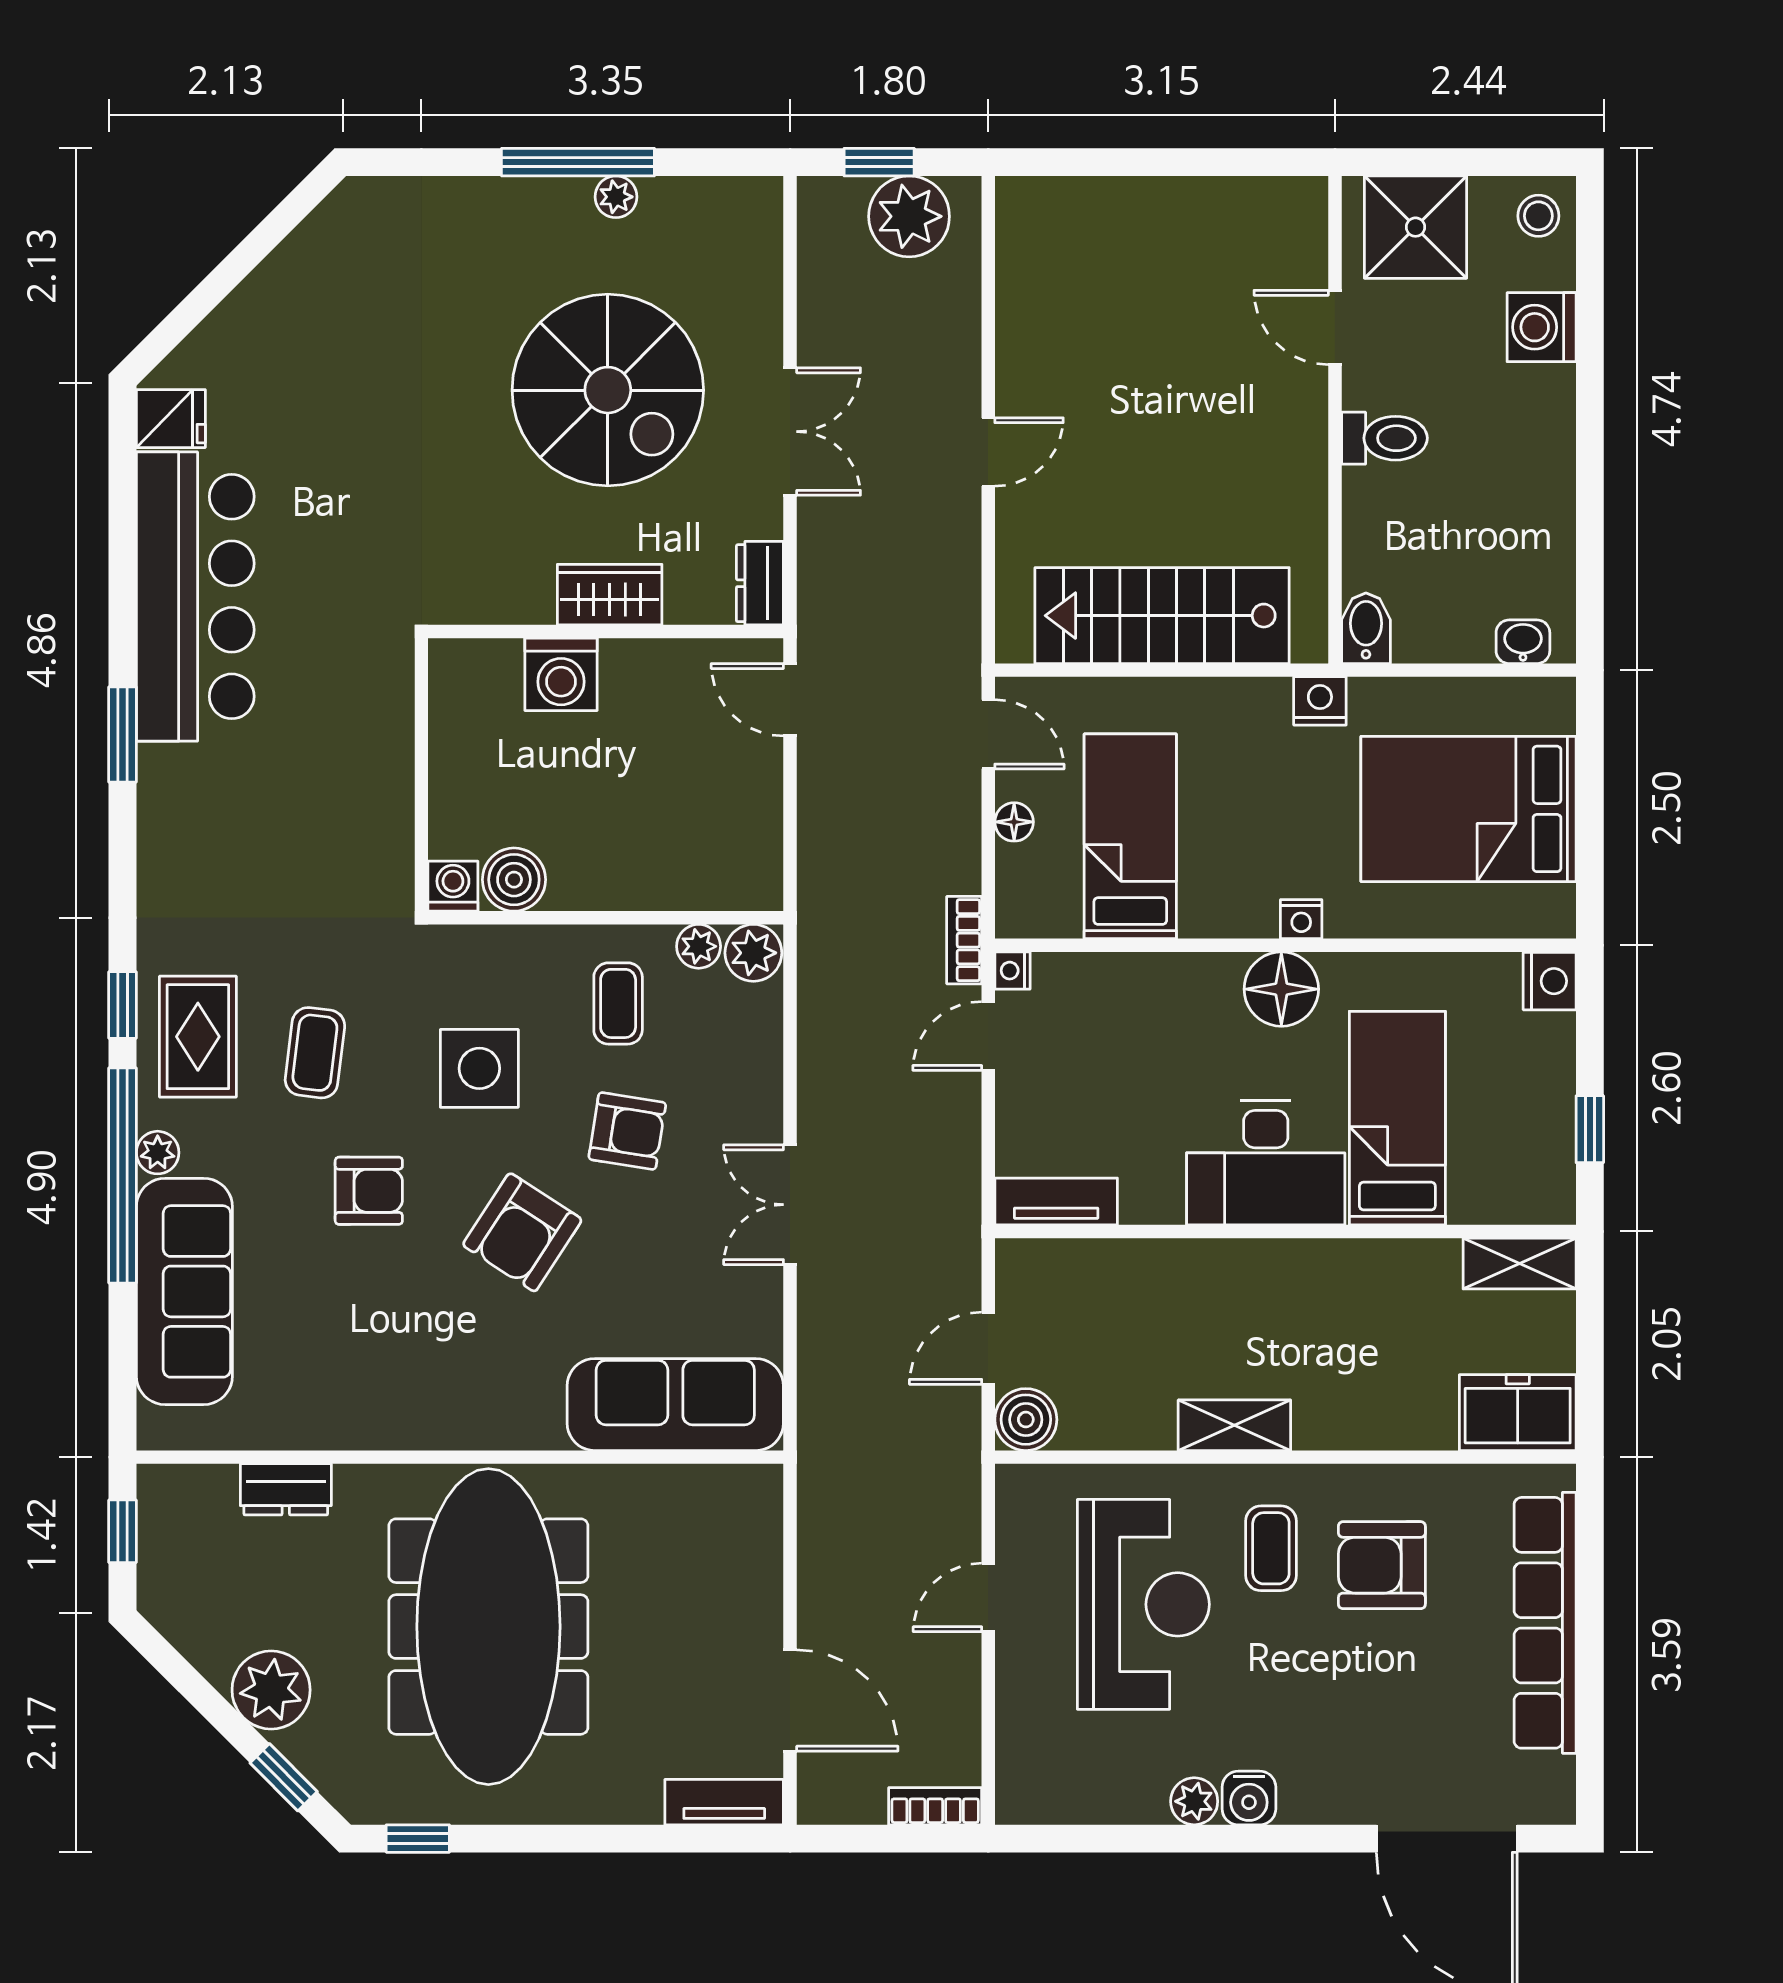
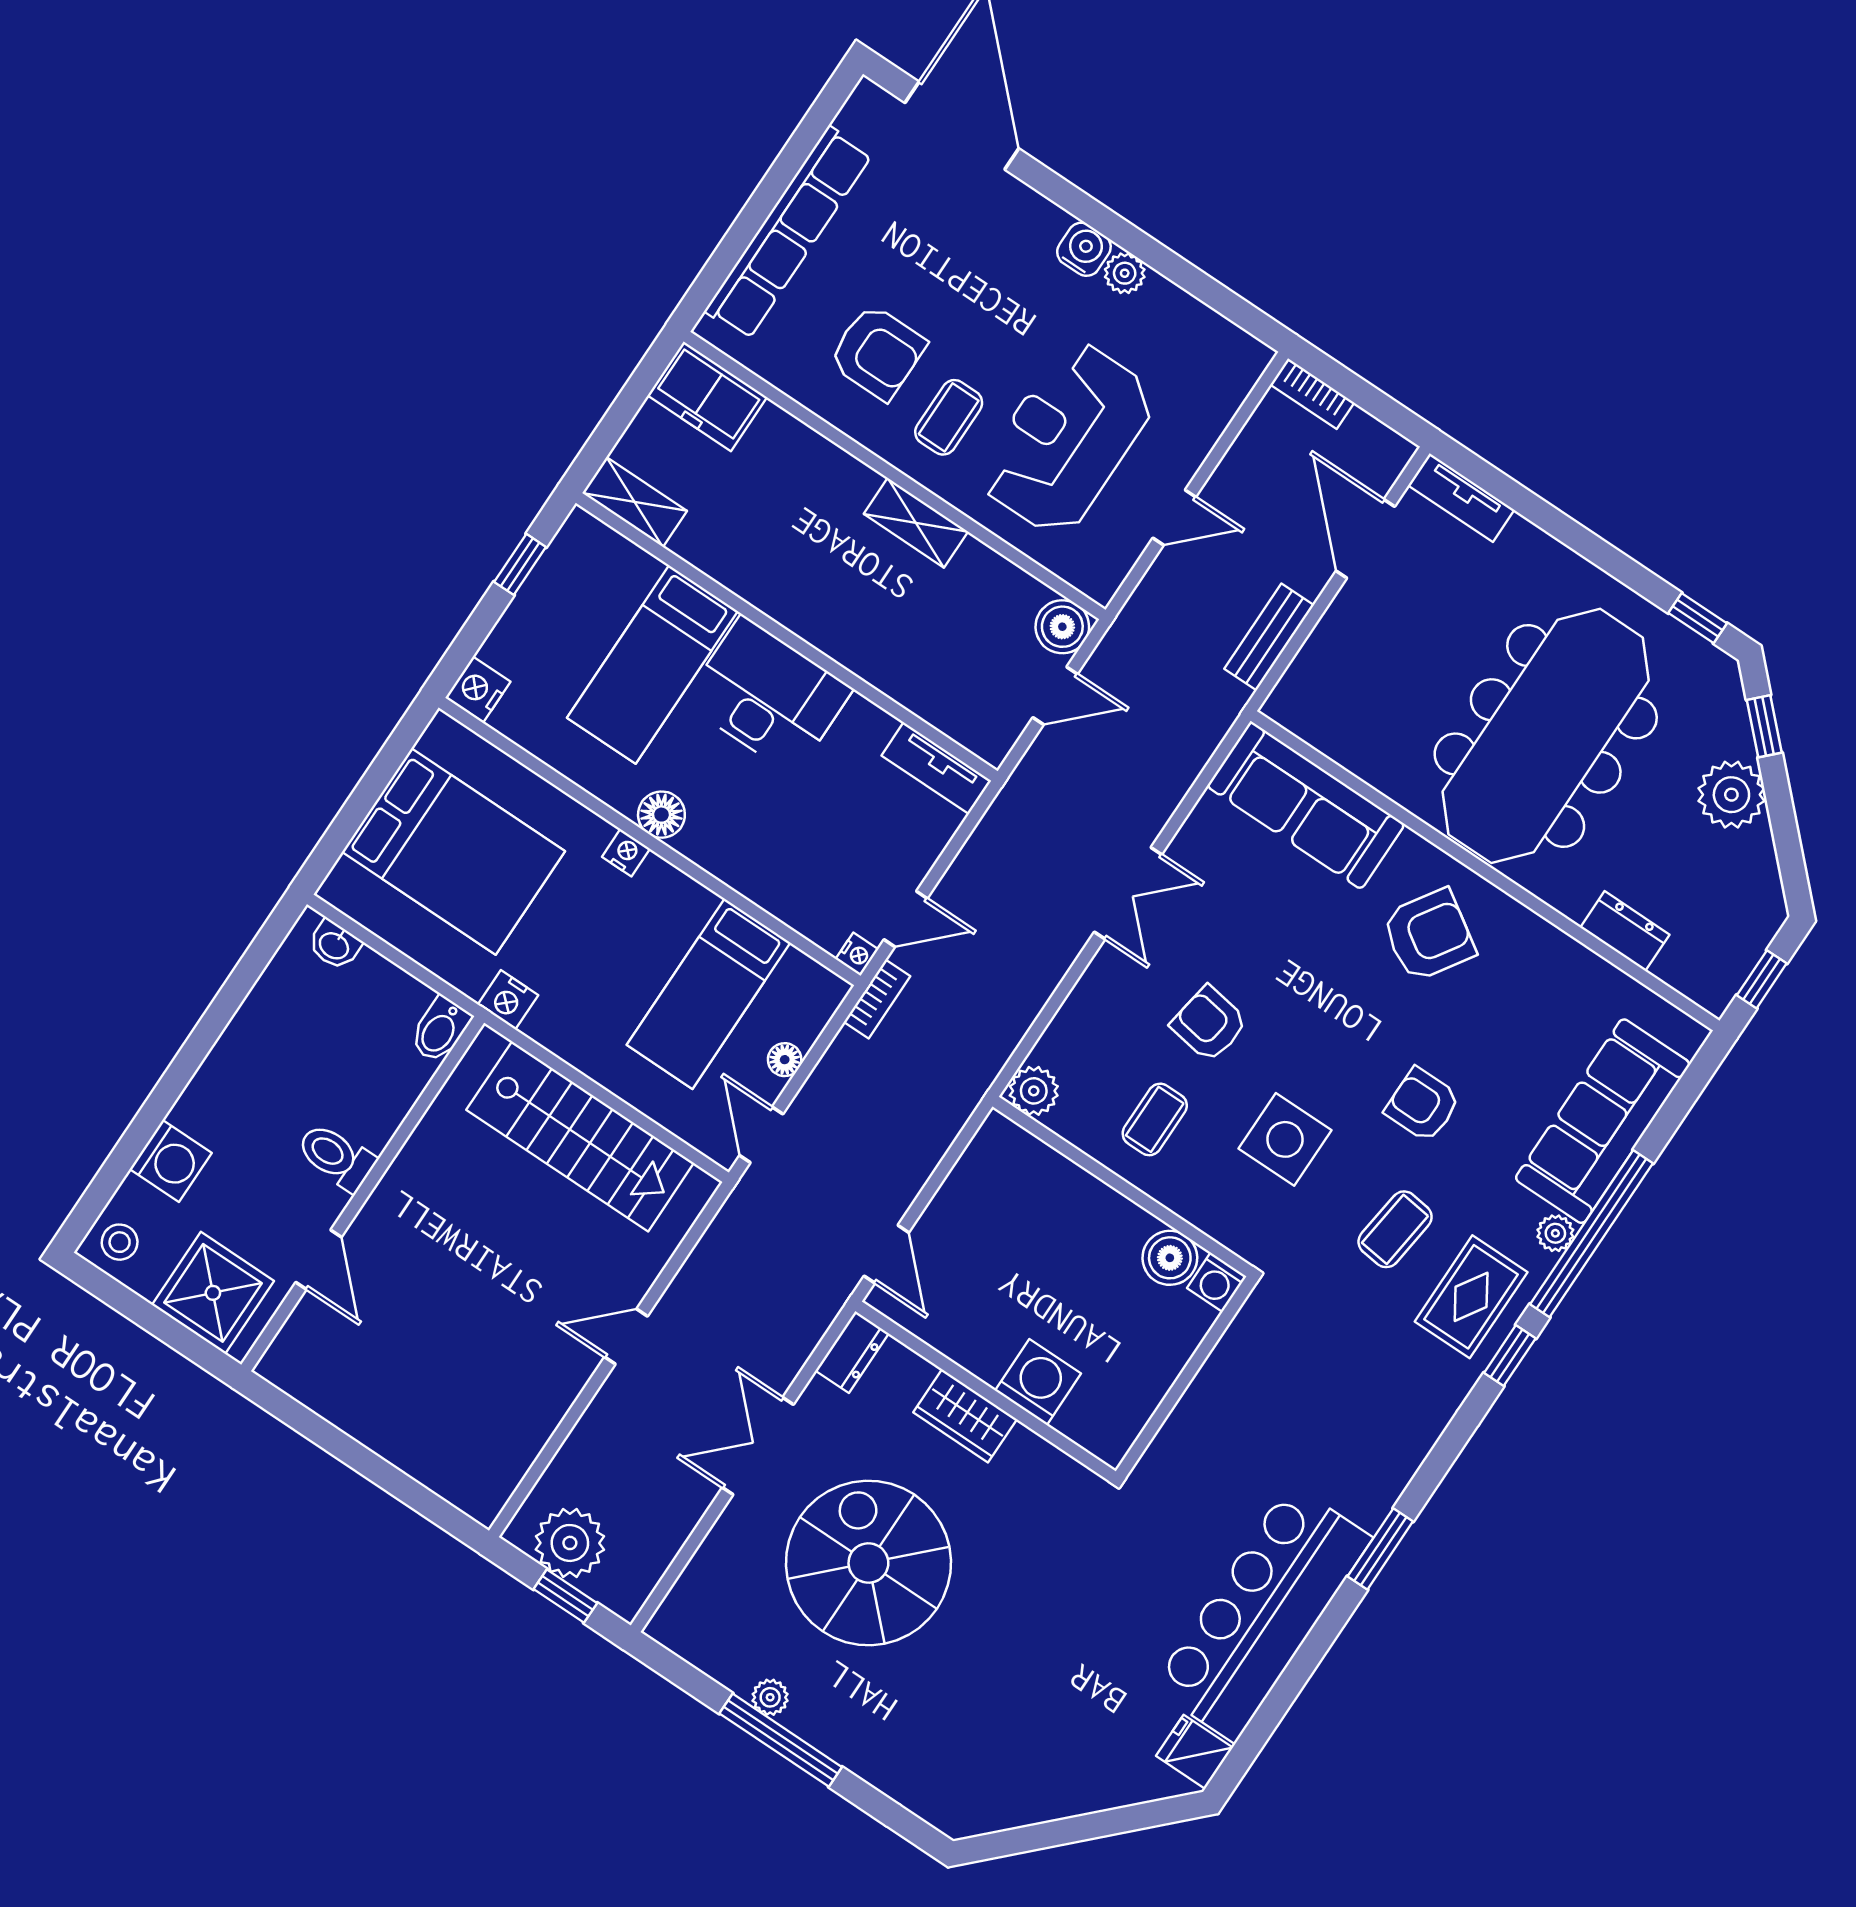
plant: (699, 946) -> (1070, 1122), removed
floor lamp: (1281, 989) -> (661, 815), width x0.73, depth x0.73
armchair: (522, 1232) -> (1429, 935), moved
bench: (820, 1543) -> (1269, 637), added

